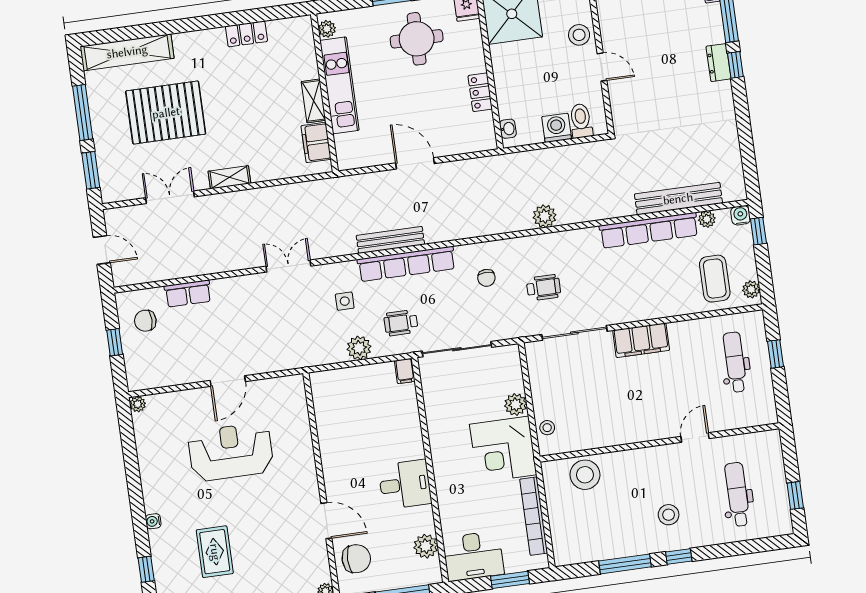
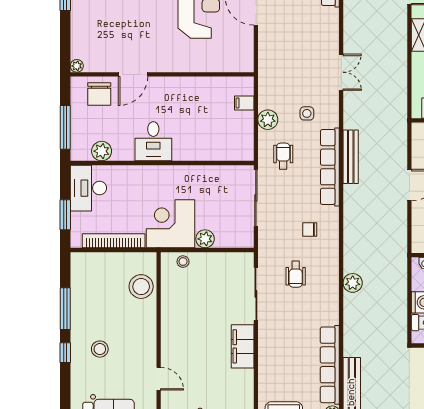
filing cabinet: (405, 371) -> (244, 103), moved

